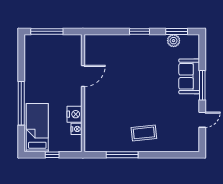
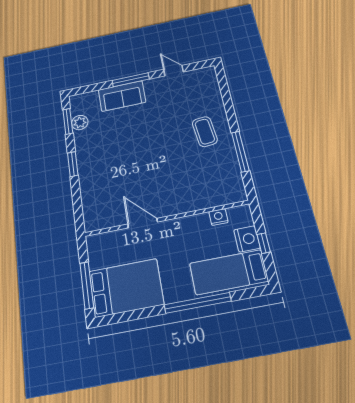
bed: (40, 58) -> (126, 288), added
nightstand: (74, 114) -> (247, 239), moved, turned 90

